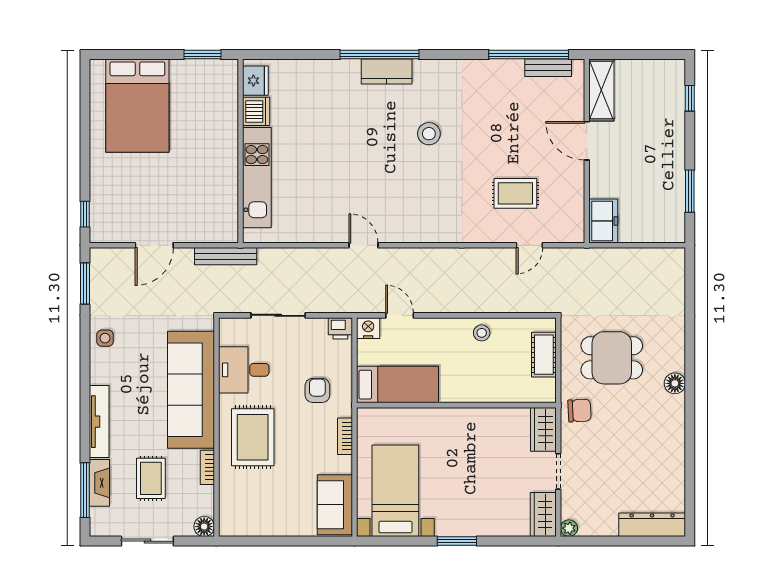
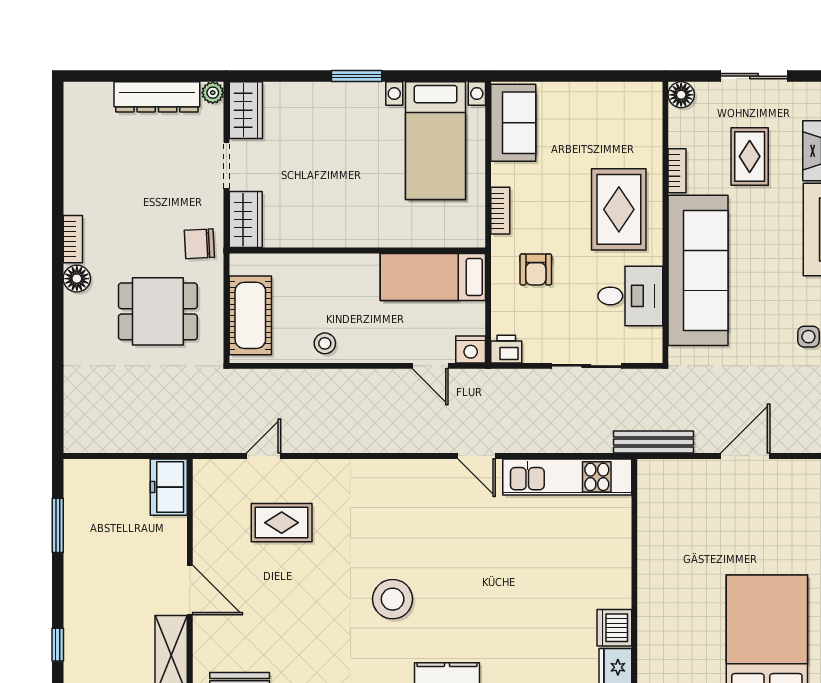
stool: (429, 134) -> (393, 599), width x1.38, depth x1.38
kitchen unit: (257, 178) -> (567, 477), moved, turned -90
cot: (544, 355) -> (250, 315), width x1.37, depth x1.34
bookcase: (678, 414) -> (73, 239), added
dresser: (652, 525) -> (157, 97), moved

